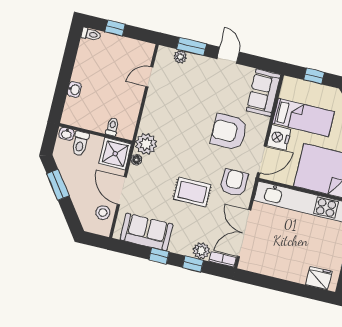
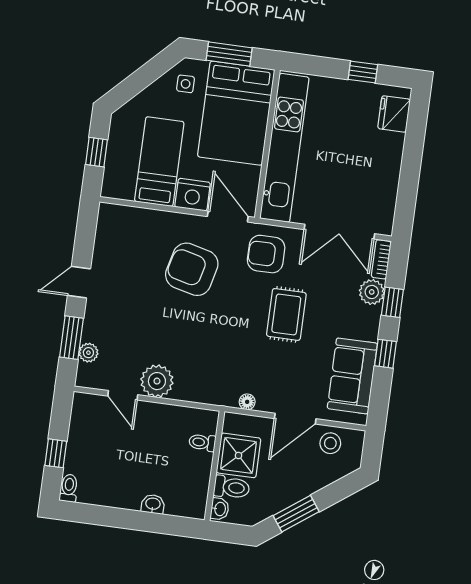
sofa: (263, 93) -> (129, 224), removed
armchair: (229, 132) -> (192, 269), turned 104
plant: (146, 144) -> (157, 381), moved
shower: (115, 154) -> (239, 455), moved

